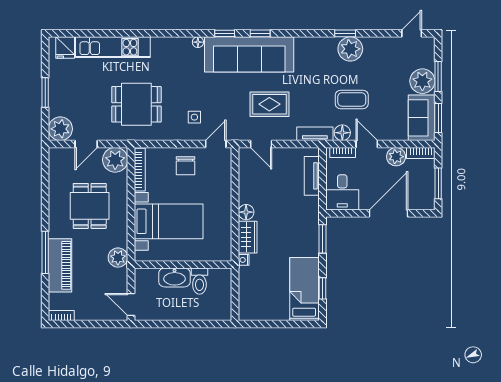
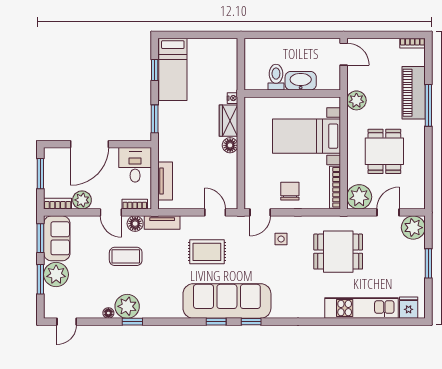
floor lamp: (198, 42) -> (108, 313), moved

